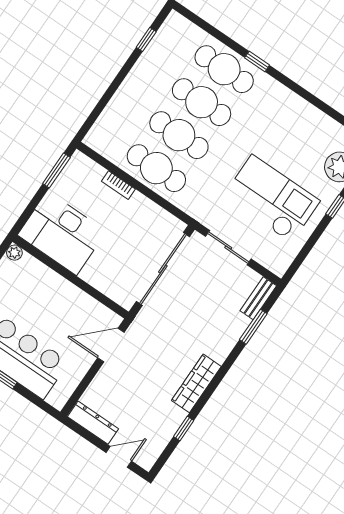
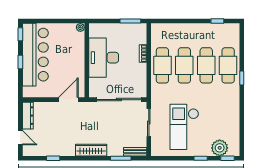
checkout: (272, 199) -> (184, 127), turned 180
desk: (62, 233) -> (104, 58), moved
door: (111, 345) -> (68, 100), hinge flipped
wardrobe: (196, 383) -> (91, 150), moved

